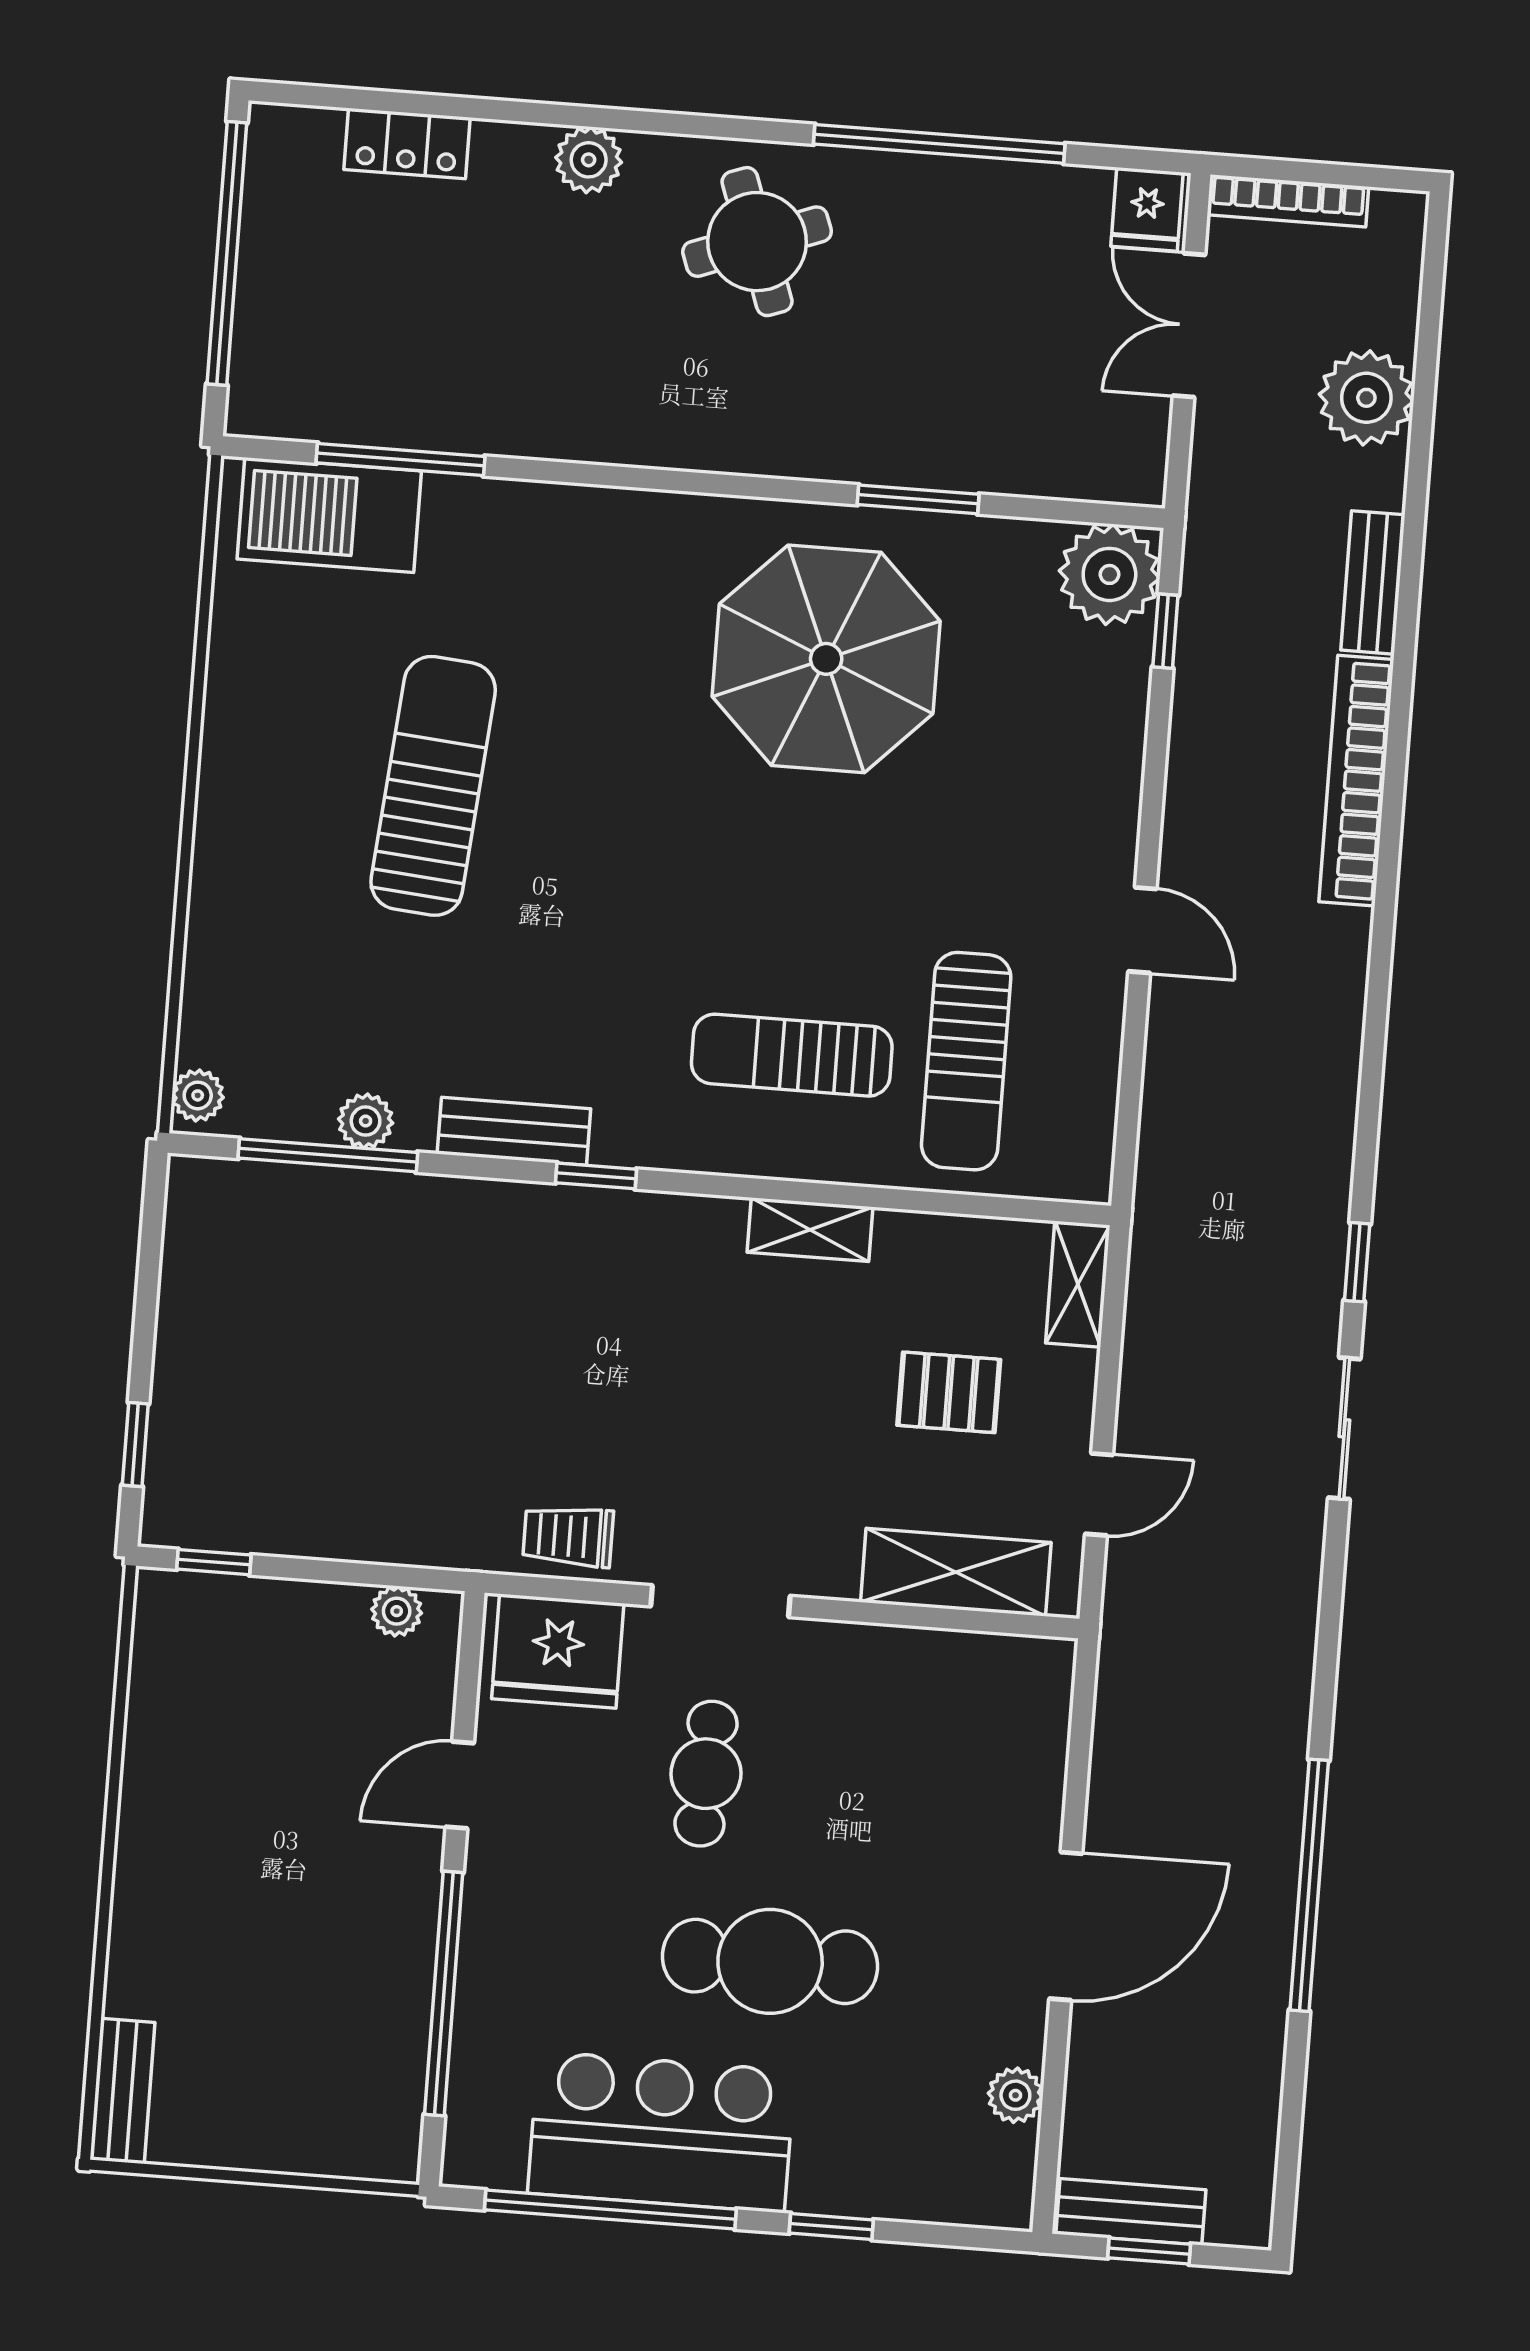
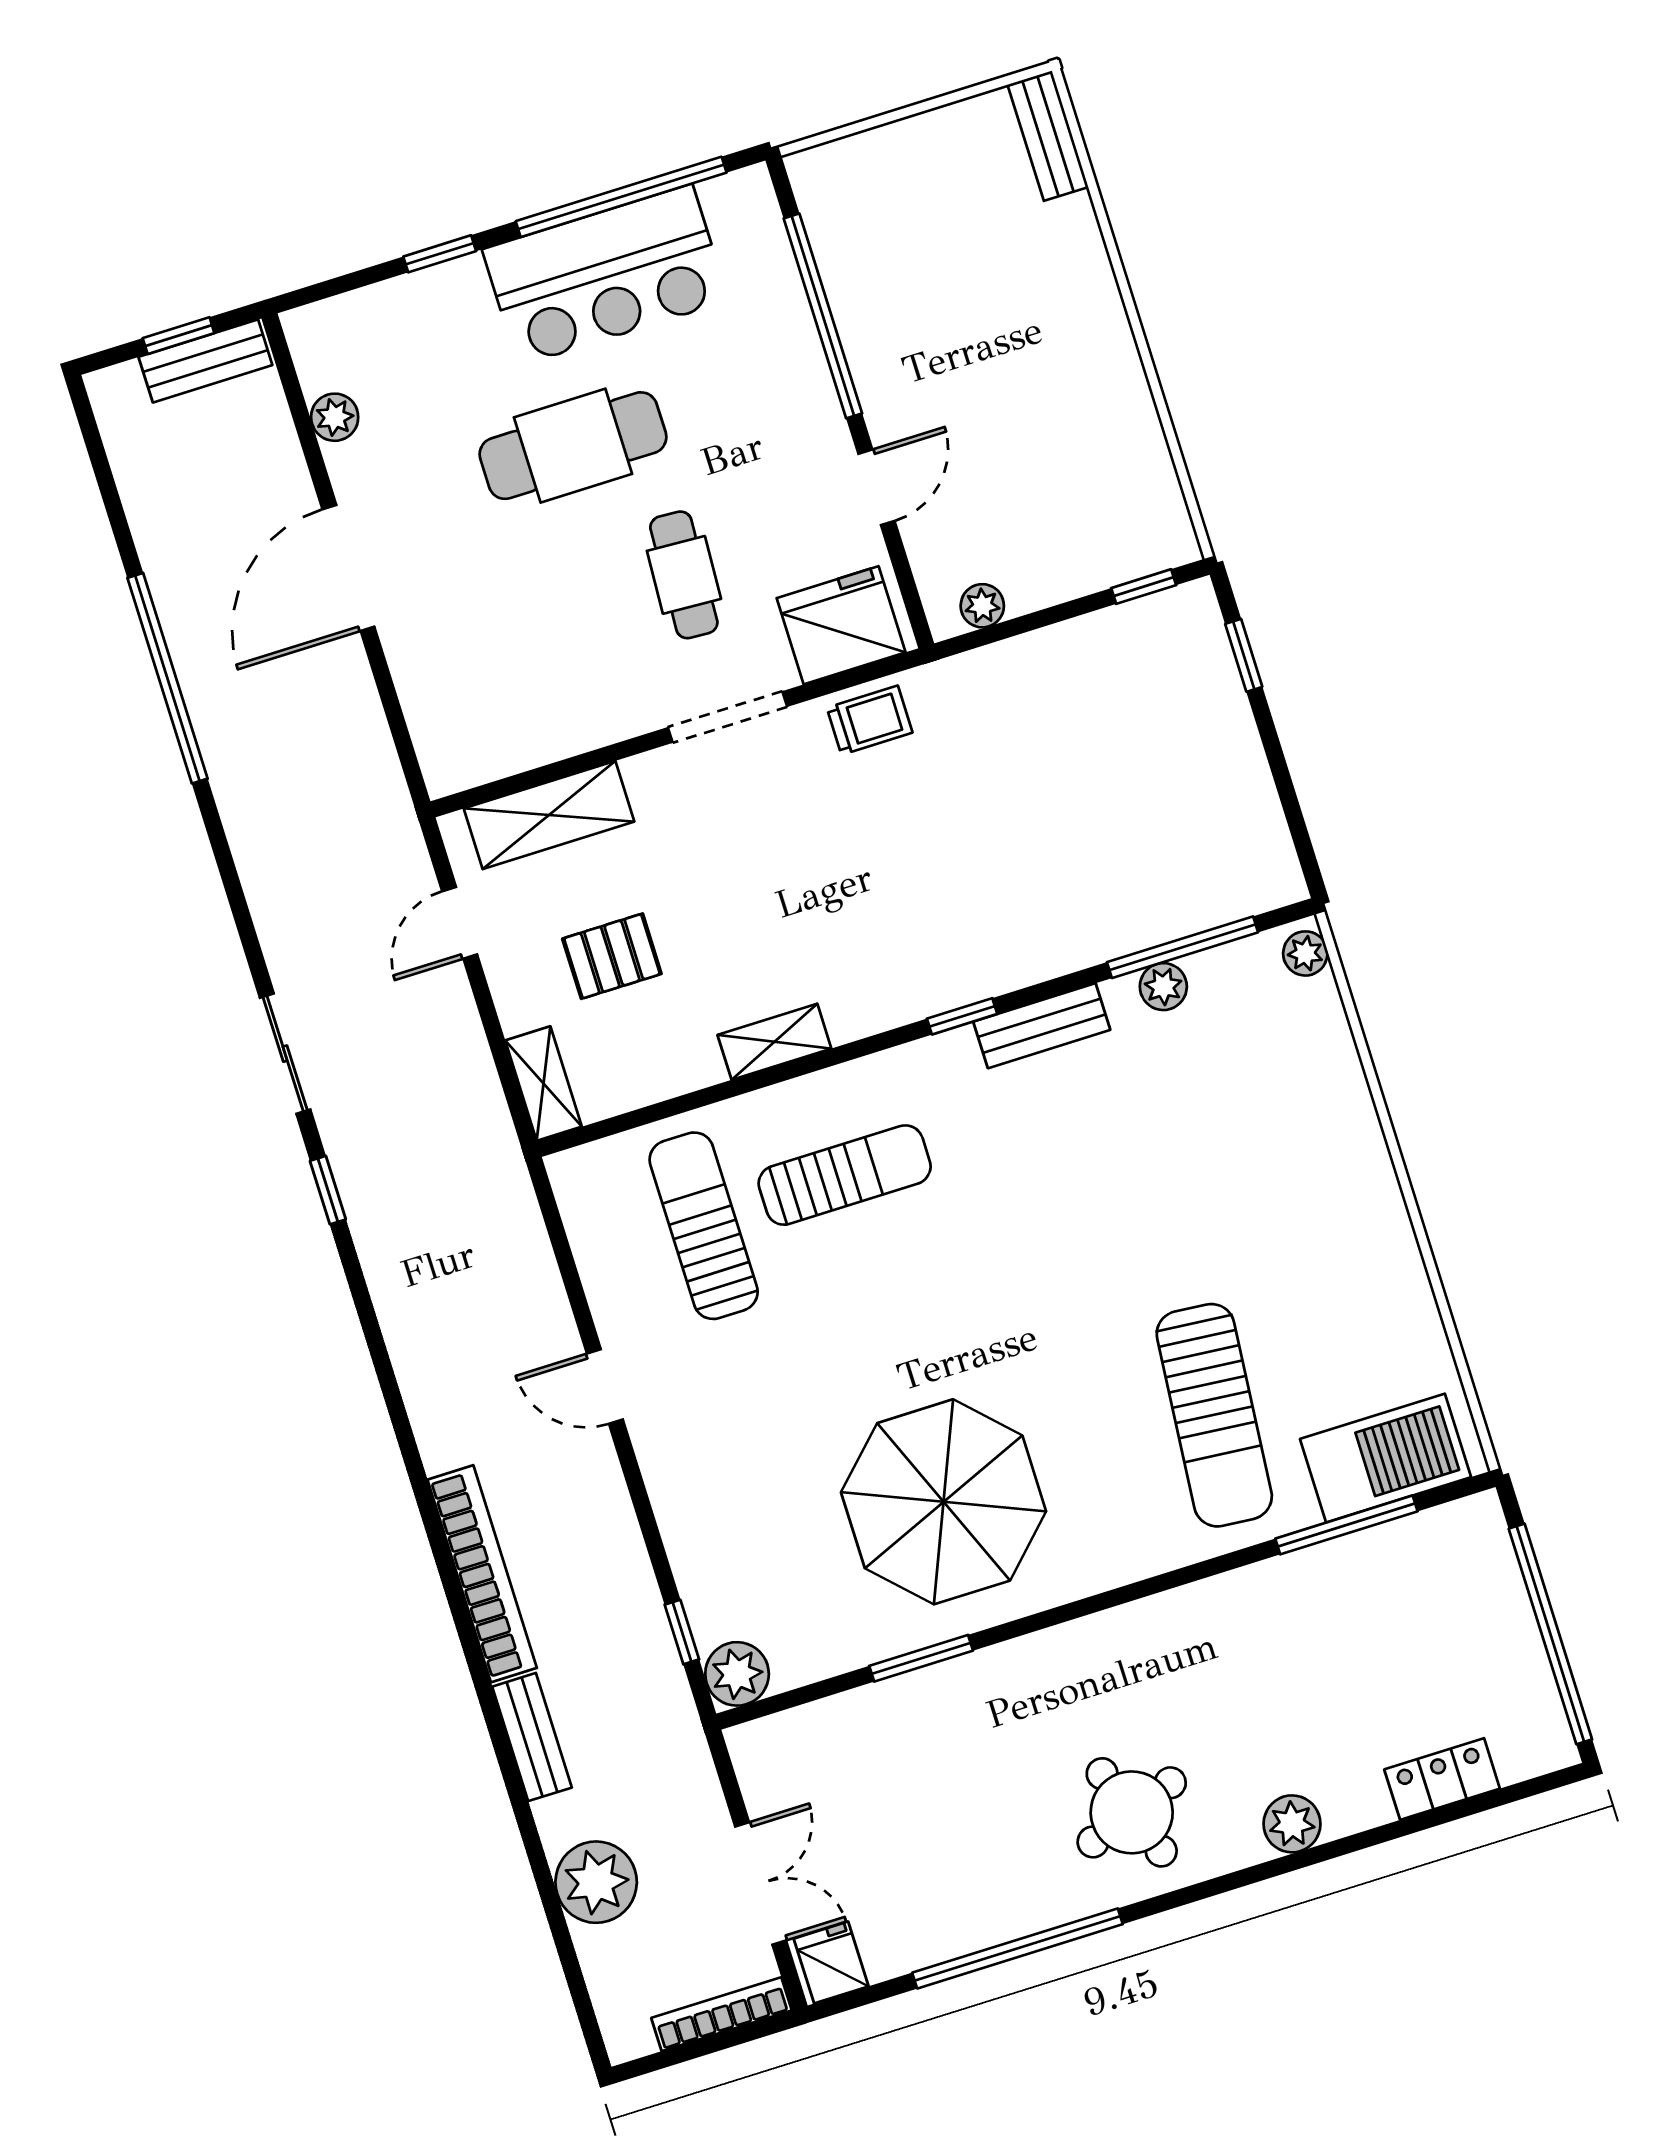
plant: (1109, 574) -> (737, 1674), width x0.73, depth x0.73
sun lounger: (433, 786) -> (1214, 1415), moved

